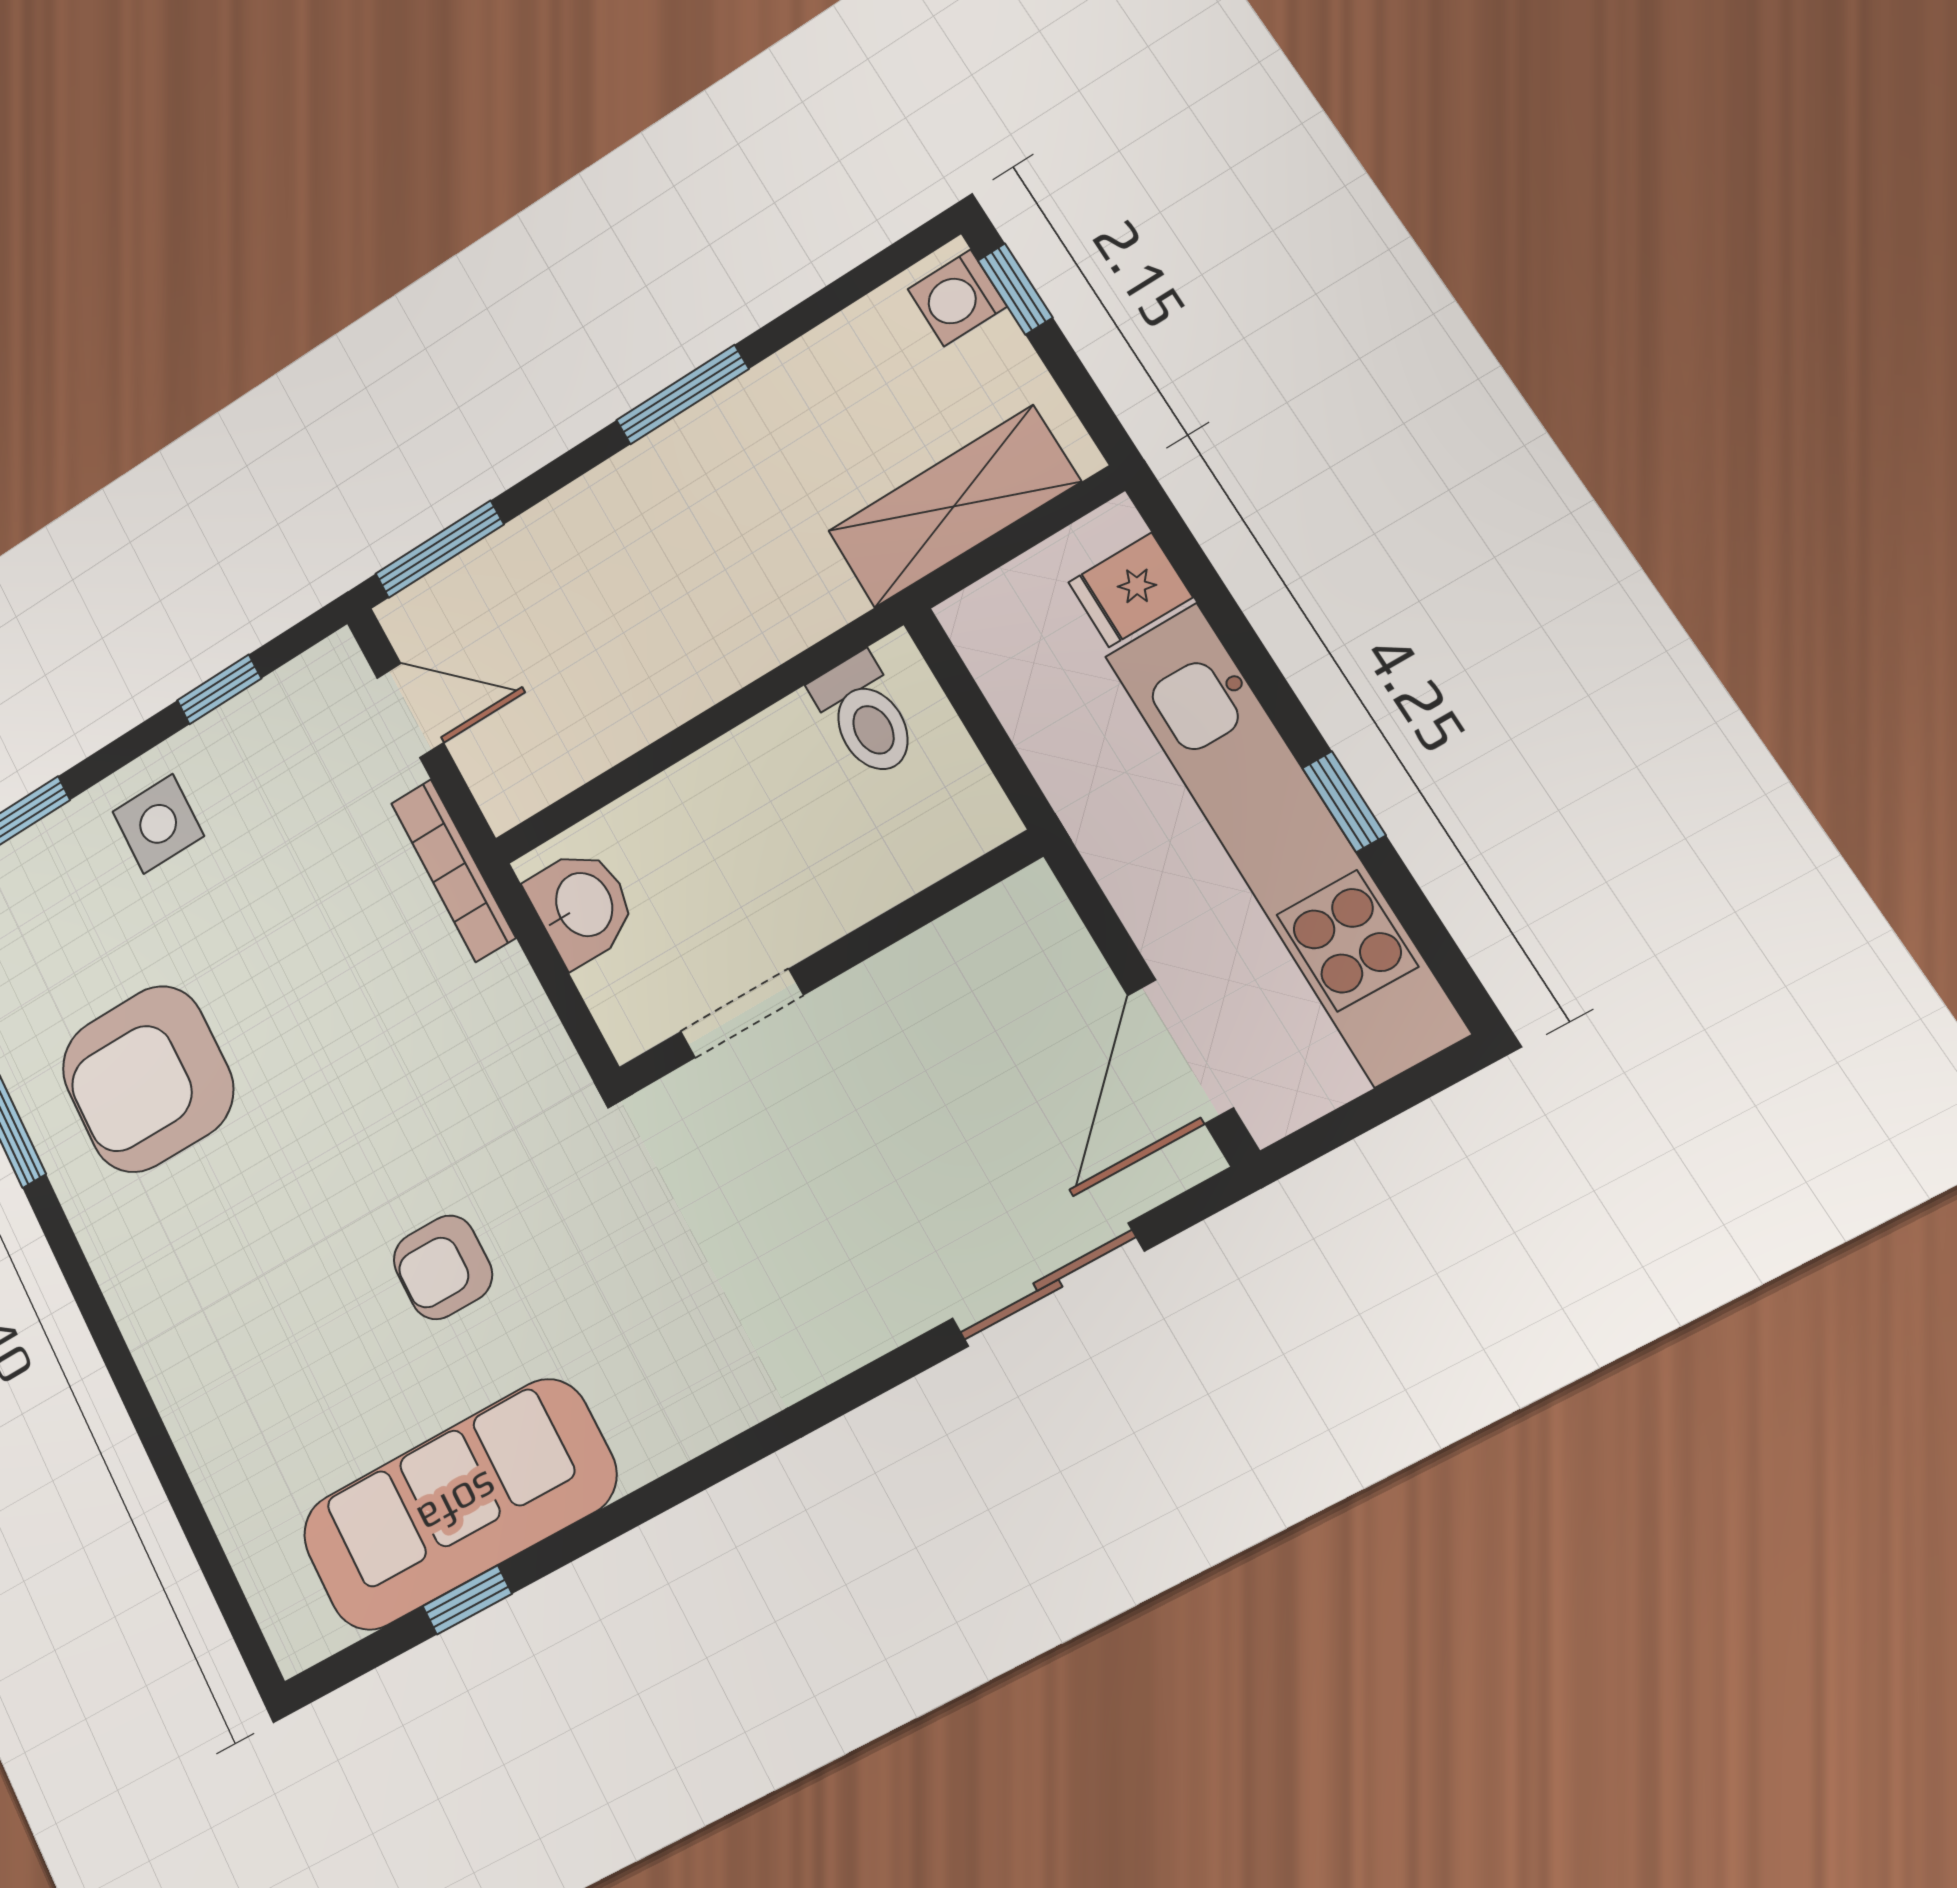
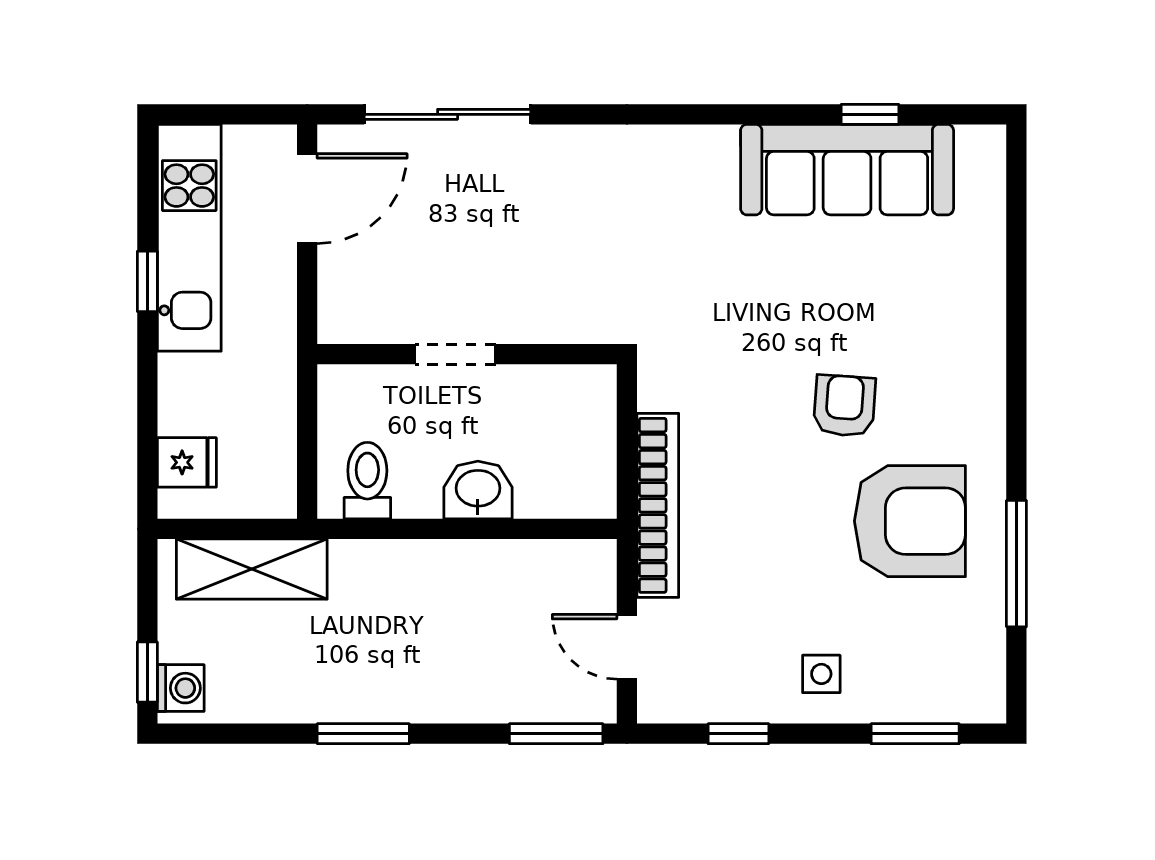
side table: (158, 824) -> (821, 674), width x0.73, depth x0.73
kitchen unit: (1284, 840) -> (189, 238), width x0.73
bookcase: (453, 870) -> (658, 505), width x1.48, depth x1.31
washbasin: (582, 906) -> (478, 490), moved, turned 90
doorway: (742, 1013) -> (455, 354), moved
armchair: (443, 1267) -> (844, 406), moved, turned -86
sliding door: (1048, 1285) -> (448, 114), width x1.37

